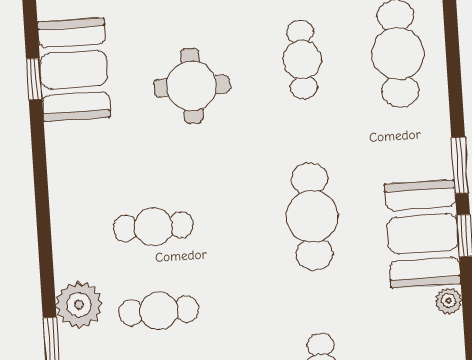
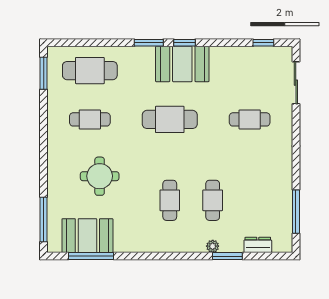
window: (34, 79) -> (91, 256), width x2.17
plant: (449, 301) -> (217, 53), removed
plant: (79, 305) -> (213, 246), width x0.53, depth x0.53

